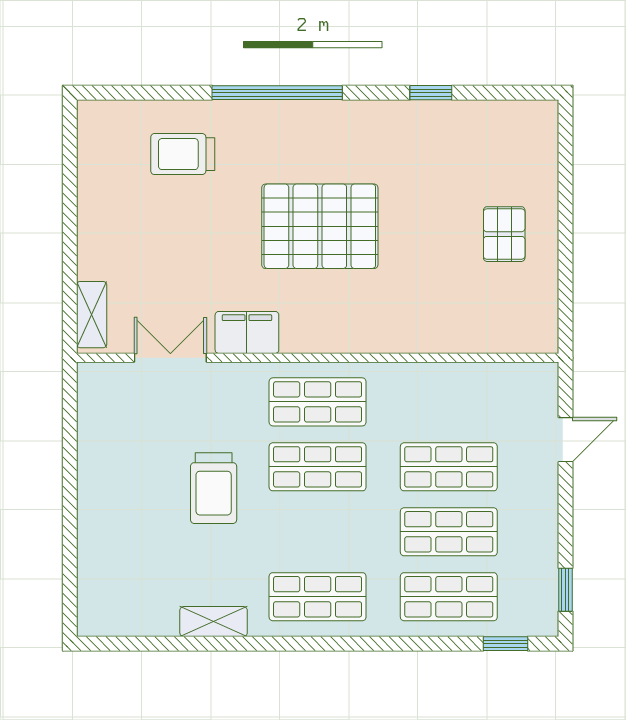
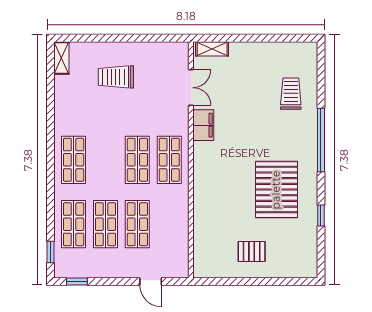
pallet: (320, 226) -> (276, 190), moved
trolley: (214, 488) -> (116, 77), moved
shelving: (214, 622) -> (61, 58), moved

